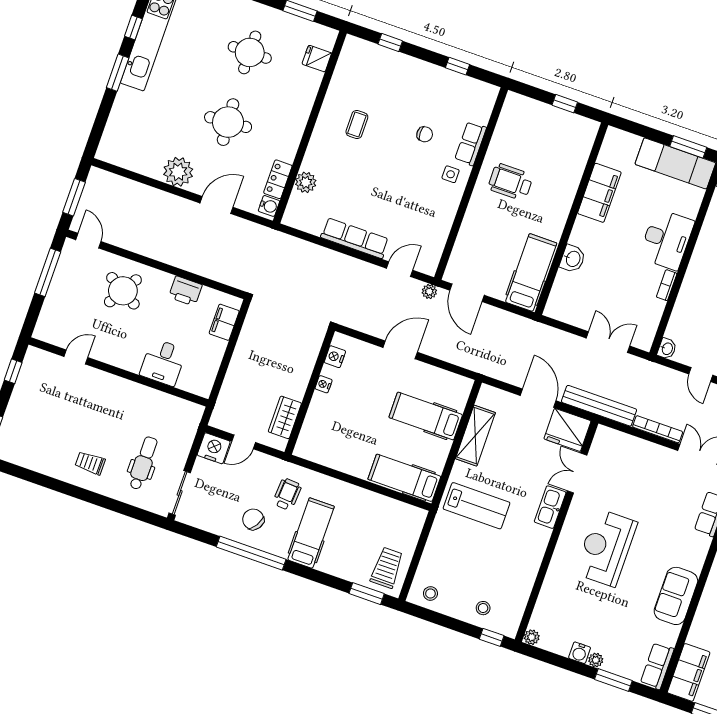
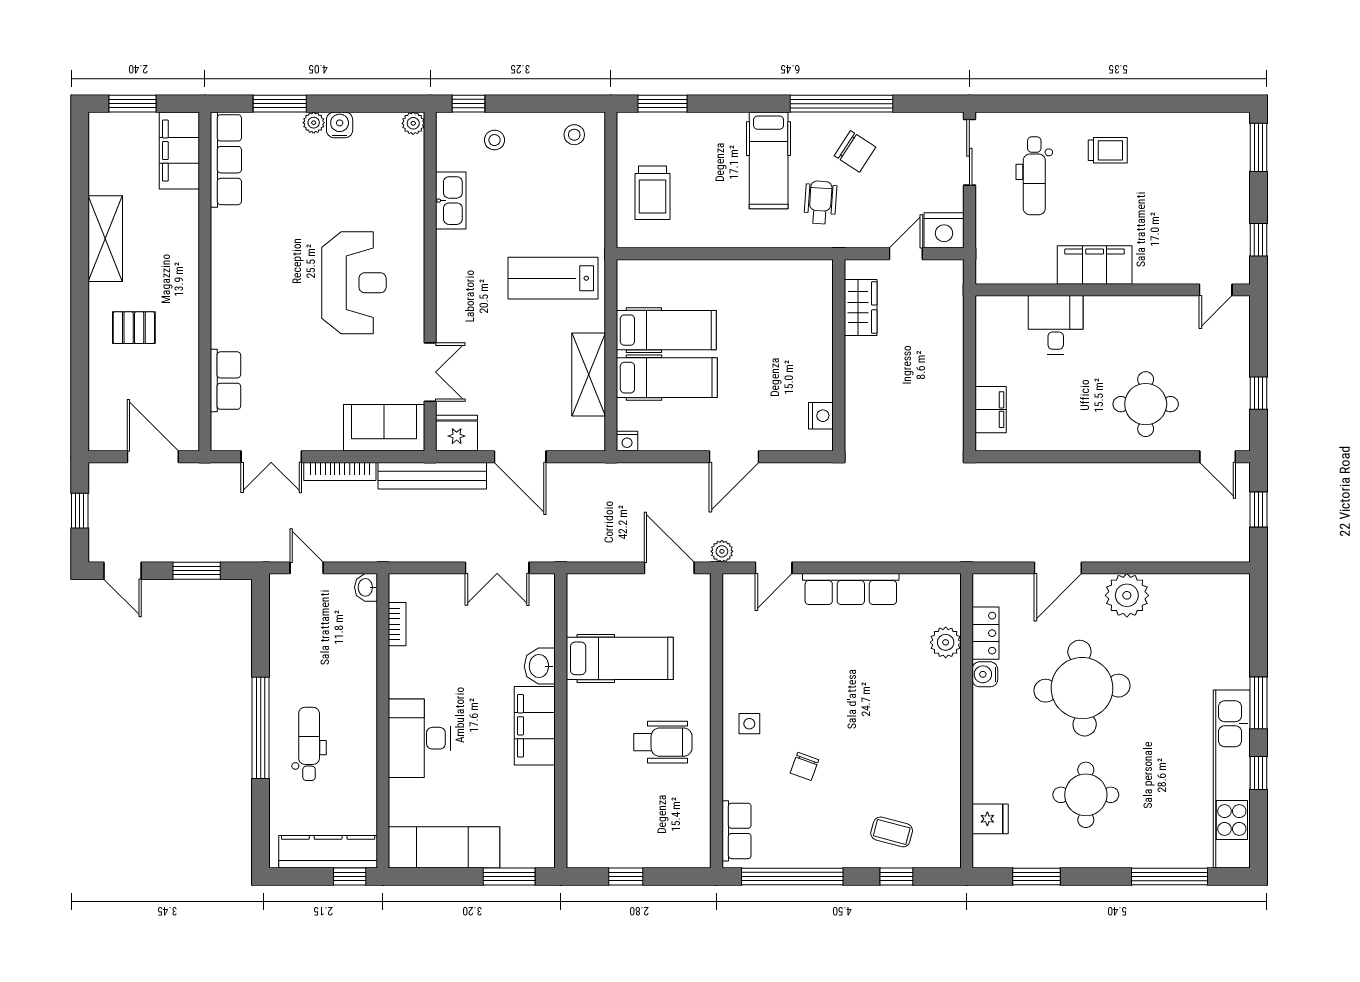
window: (457, 66) -> (792, 877), width x3.17
round table: (228, 122) -> (1082, 688), width x1.36, depth x1.36
coffee table: (357, 124) -> (892, 832), moved, turned -75
chair: (425, 134) -> (804, 766), turned -70
row of seats: (471, 144) -> (737, 831), moved
window: (688, 147) -> (509, 877), moved
filing cabinet: (599, 193) -> (535, 726), moved
window: (74, 197) -> (1259, 510), width x0.67
water cooler: (269, 206) -> (985, 674), moved
window: (48, 272) -> (1259, 393), width x0.46
hospital bed: (531, 273) -> (620, 658), moved, turned -90
bookcase: (667, 285) -> (397, 624), moved
round table: (123, 291) -> (1146, 404), turned -31
printer: (185, 291) -> (1059, 434), removed
double door: (608, 342) -> (497, 568), moved
door: (76, 357) -> (1216, 290), moved
nightstand: (324, 384) -> (627, 441), moved, turned 90
filing cabinet: (124, 392) -> (1095, 265), added
fridge: (567, 430) -> (457, 433), width x0.73, depth x0.75
hospital bed: (404, 478) -> (666, 330), moved
wheelchair: (287, 494) -> (820, 202), turned 180
kitchen sink: (550, 507) -> (451, 201), moved
trolley: (387, 568) -> (652, 193), moved
sofa: (676, 596) -> (384, 428), moved, turned -90
row of seats: (657, 666) -> (226, 160), width x1.48

